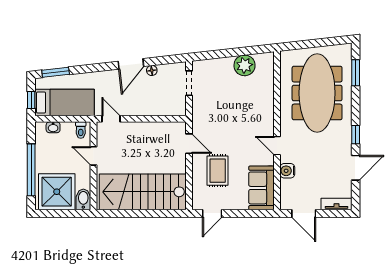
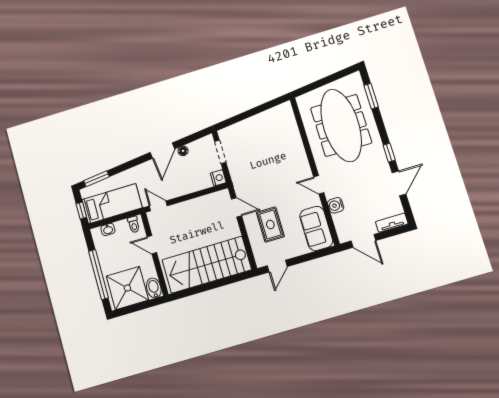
plant: (245, 65) -> (266, 121), removed
nightstand: (179, 109) -> (218, 178), added

